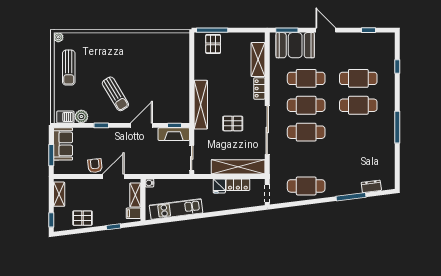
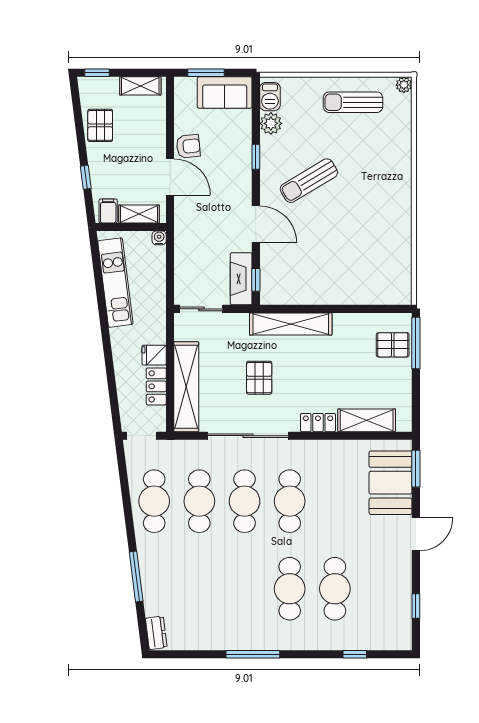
cafe table: (306, 78) -> (199, 501), moved
dresser: (371, 186) -> (156, 633), moved

